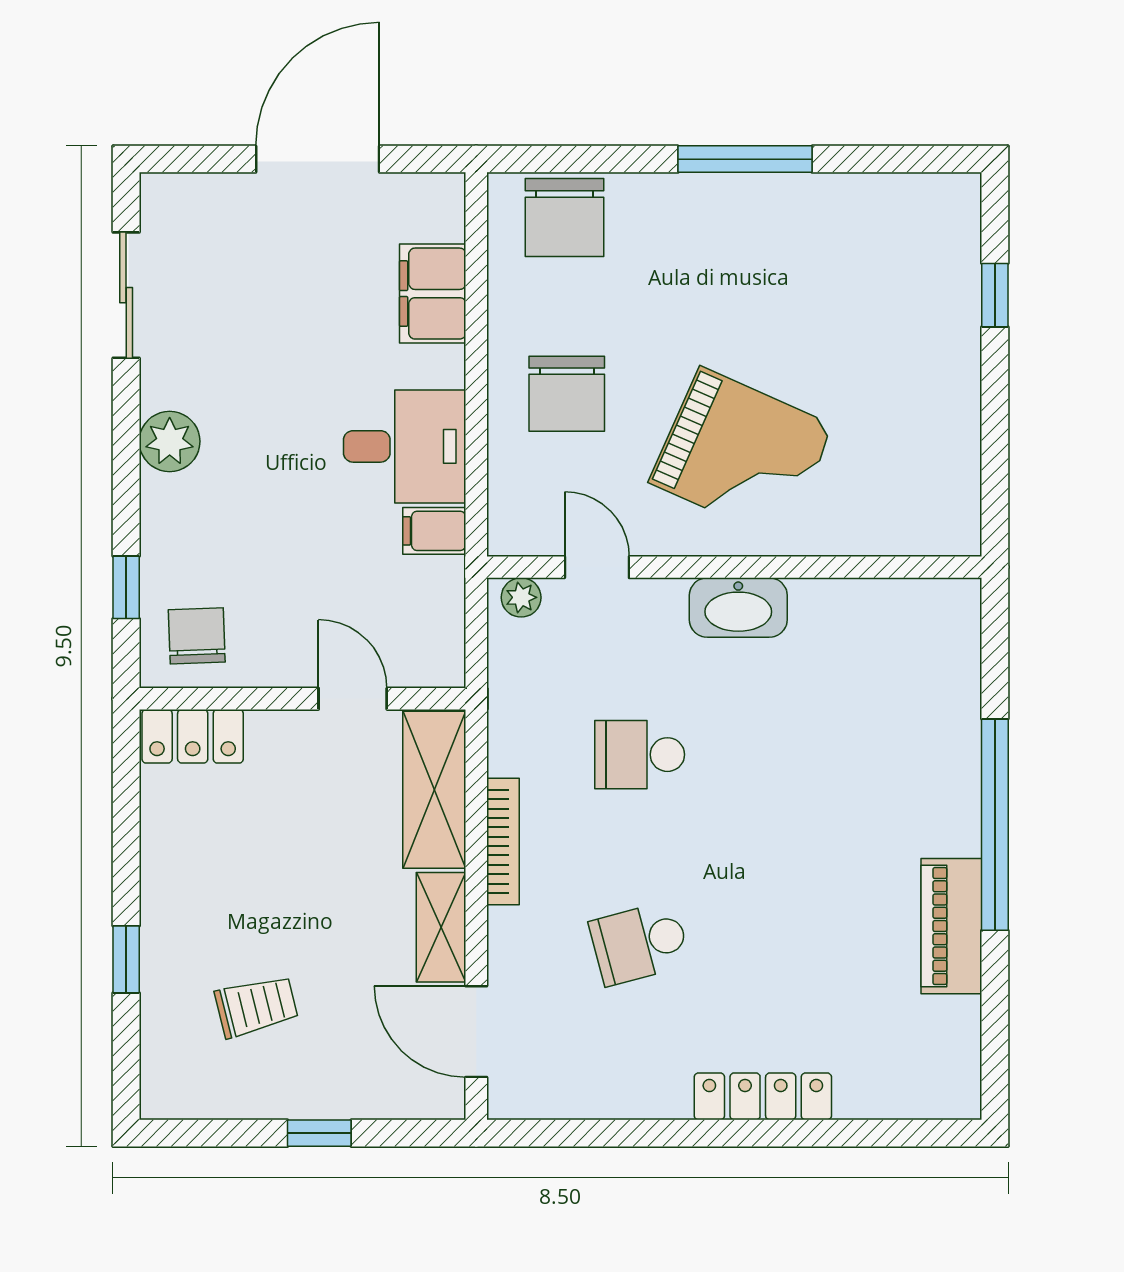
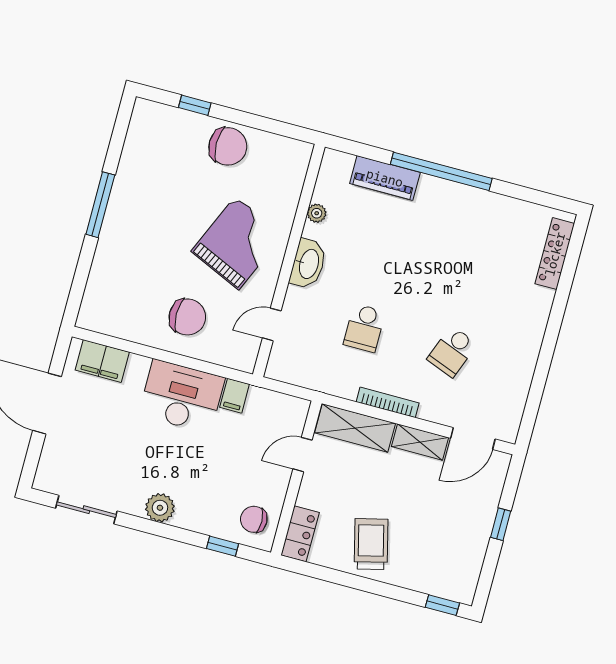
chair: (564, 217) -> (228, 146), moved
filing cabinet: (433, 294) -> (102, 361), moved
desk: (405, 446) -> (182, 396), width x1.37
plant: (521, 597) -> (317, 213), moved
piano: (951, 926) -> (385, 178), moved
school desk: (640, 943) -> (452, 351), turned 36
window: (126, 959) -> (442, 605), moved
trolley: (256, 1006) -> (371, 544), moved, width x1.36, depth x1.39
locker: (763, 1096) -> (555, 254), moved

